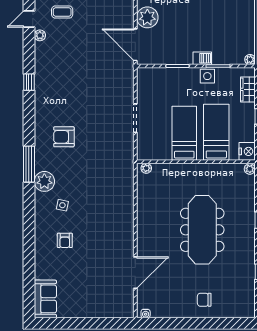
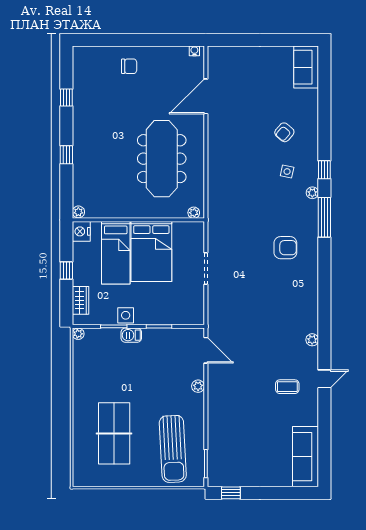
plant: (147, 17) -> (198, 386), width x0.53, depth x0.53
plant: (40, 35) -> (312, 340), moved
door: (135, 45) -> (206, 350), width x0.73
window: (29, 82) -> (324, 170), moved
bed: (184, 133) -> (151, 252), width x1.50
plant: (44, 181) -> (312, 193), width x0.53, depth x0.53
meeting table: (202, 230) -> (162, 159), moved
armchair: (65, 240) -> (284, 132), turned -139

